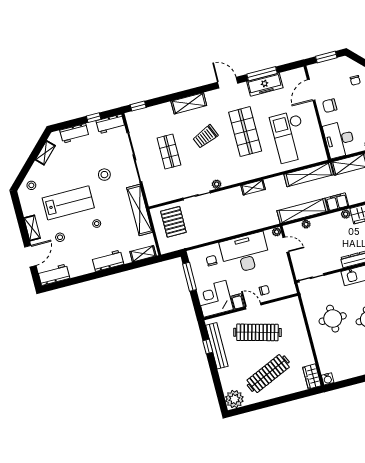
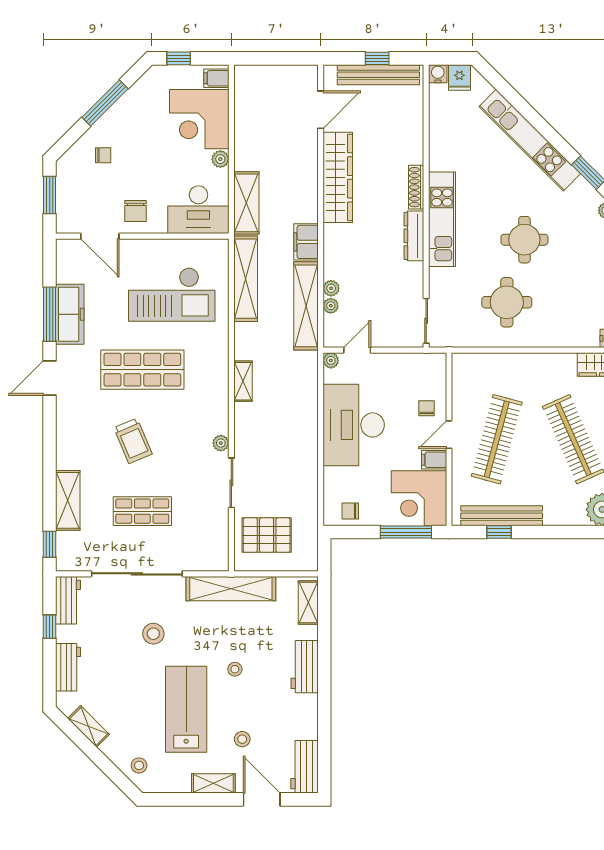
shelving: (189, 103) -> (68, 500), moved
plant: (346, 214) -> (331, 288), moved
chair: (212, 261) -> (350, 511), moved
window: (189, 277) -> (406, 532), moved

